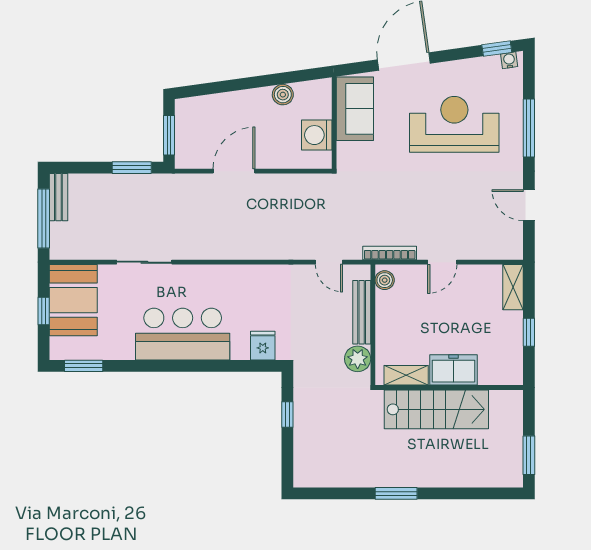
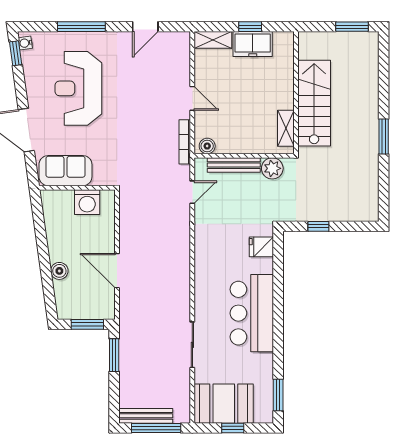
boiler: (283, 95) -> (59, 271), moved
bench: (58, 197) -> (146, 416), width x1.36
freezer: (453, 370) -> (253, 44), moved, turned -90

